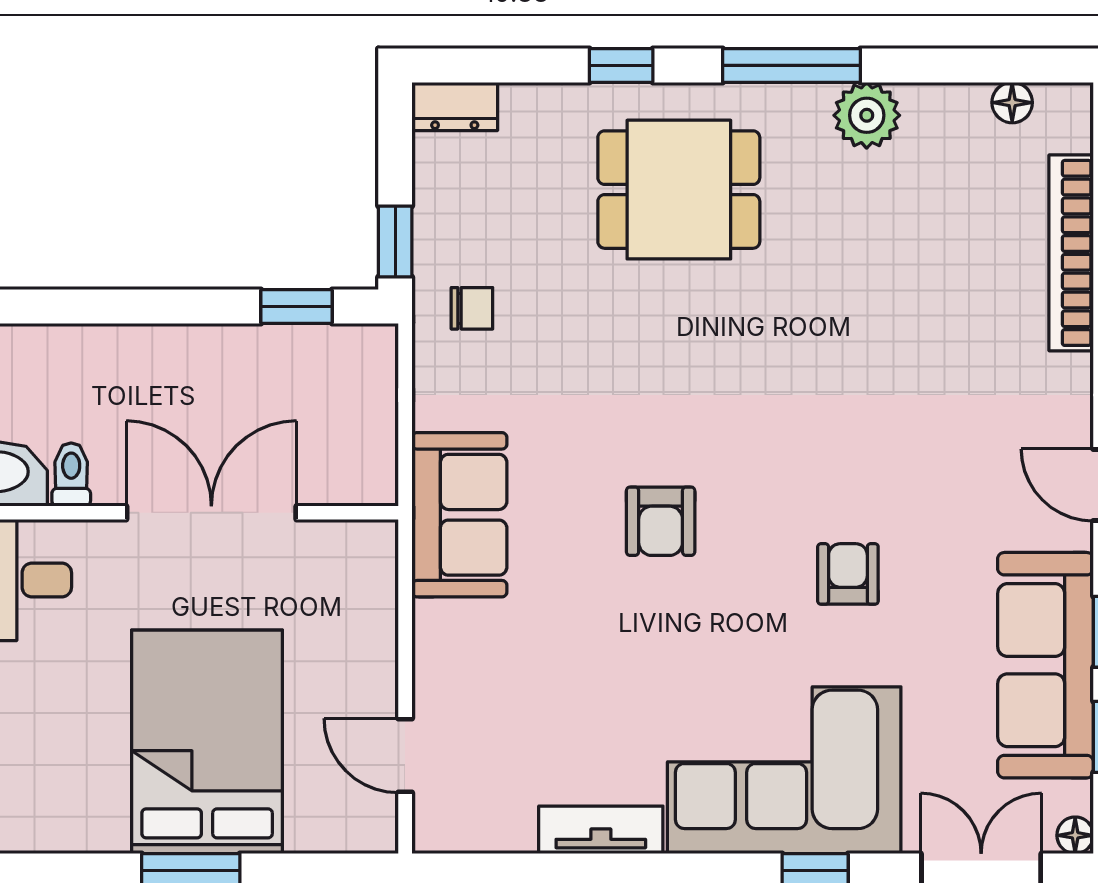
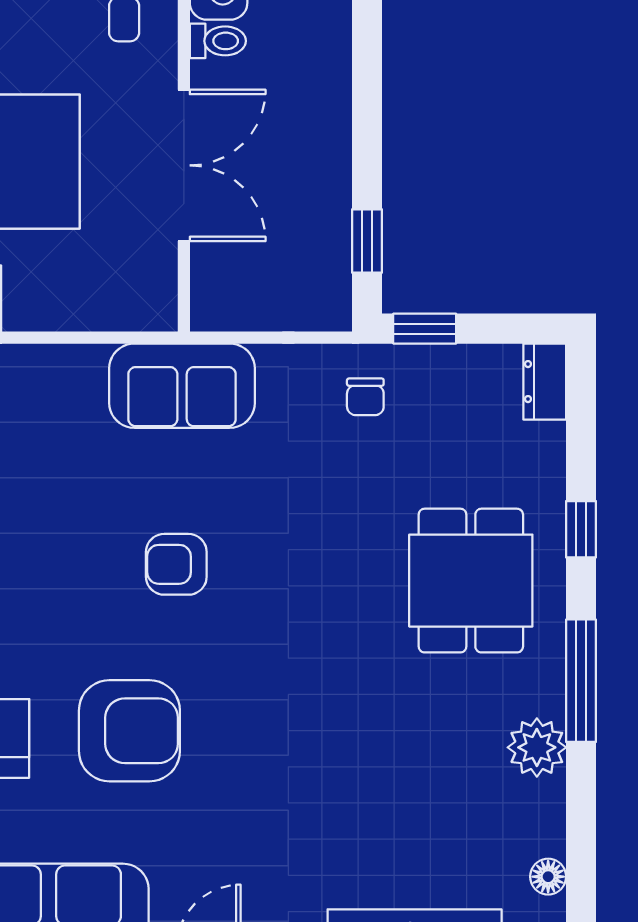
armchair: (848, 574) -> (129, 731), width x1.88, depth x1.88

